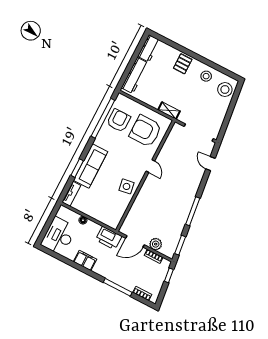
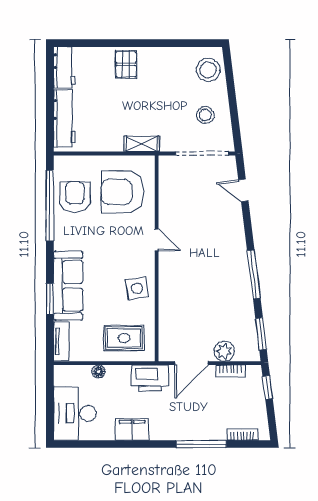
stool: (206, 76) -> (205, 115), moved
rug: (106, 209) -> (124, 338), added

